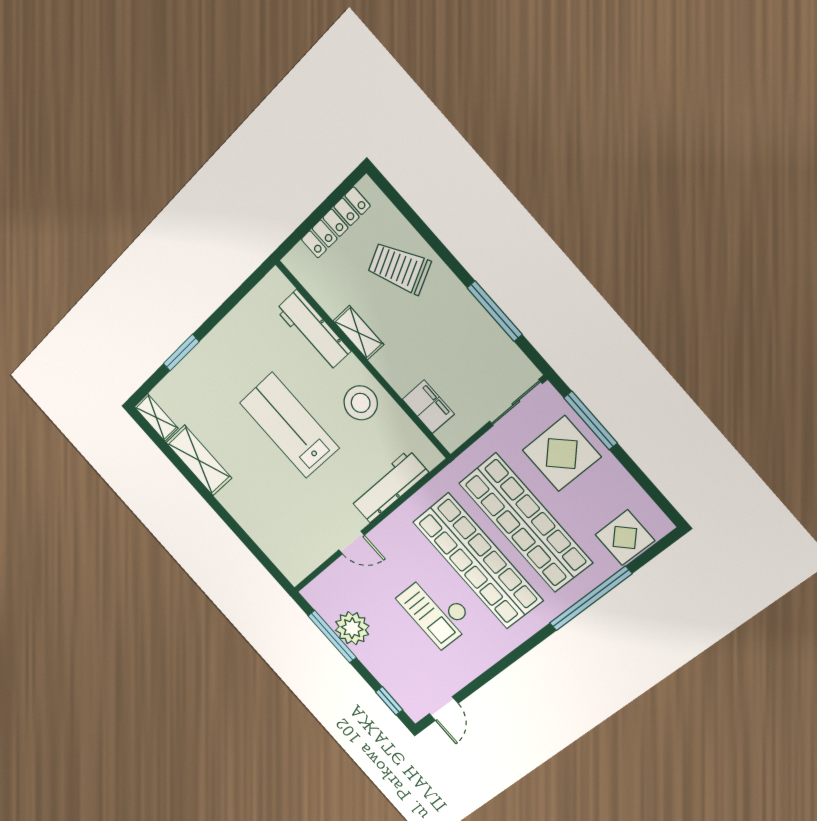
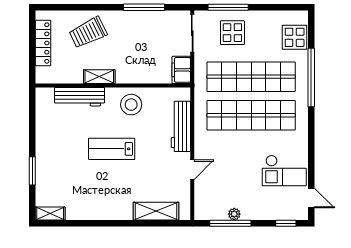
filing cabinet: (428, 407) -> (181, 70), moved, turned -90
lab bench: (289, 425) -> (112, 149), width x0.73, depth x0.72
display table: (562, 454) -> (232, 33), width x0.73, depth x0.73
shelving: (199, 460) -> (156, 211), moved
checkout: (436, 610) -> (284, 171), moved
plant: (352, 628) -> (234, 214), width x0.53, depth x0.53

